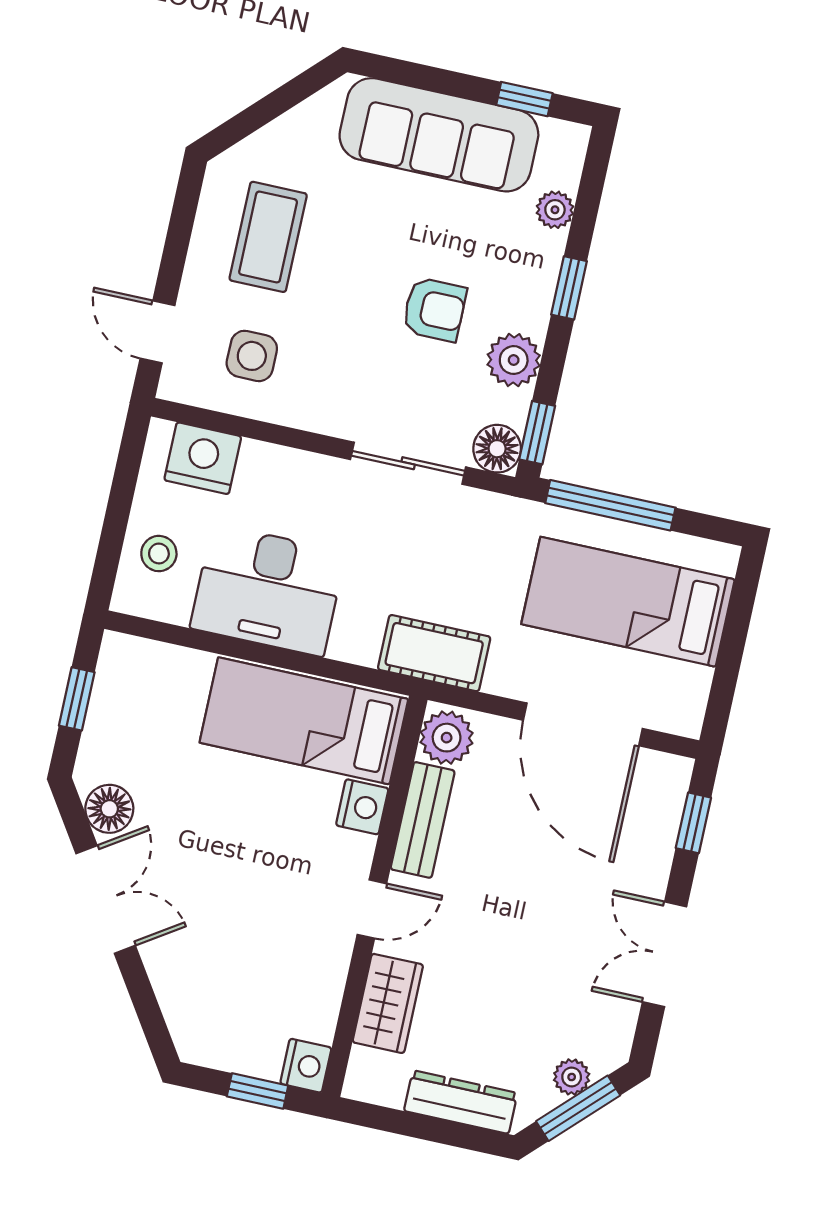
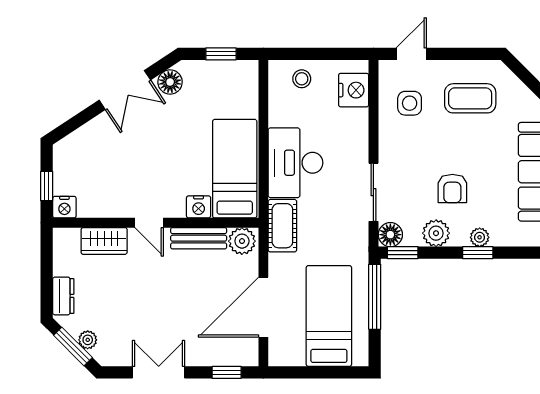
plant: (555, 210) -> (480, 237), moved
desk: (268, 590) -> (296, 163), moved
dresser: (461, 1102) -> (63, 296), width x0.70

